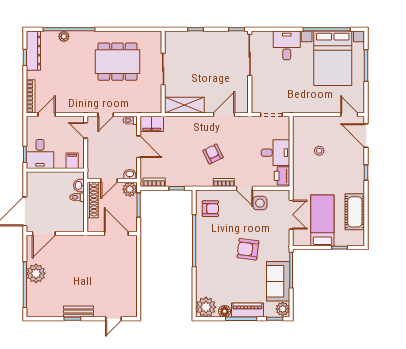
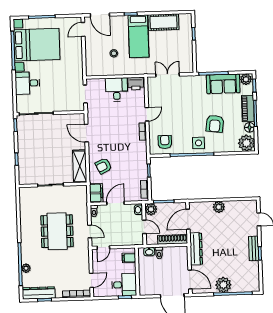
dining table: (117, 62) -> (57, 231), moved
door: (47, 115) -> (91, 280), swing flipped
door: (366, 136) -> (100, 15), hinge flipped
armchair: (213, 154) -> (103, 166), moved
shoe rack: (93, 200) -> (173, 239), moved
side table: (260, 203) -> (199, 143), moved
bed: (322, 221) -> (139, 36), moved, turned -90
dresser: (80, 242) -> (196, 249), added
armchair: (248, 249) -> (215, 124), moved
plant: (130, 271) -> (219, 207), added

